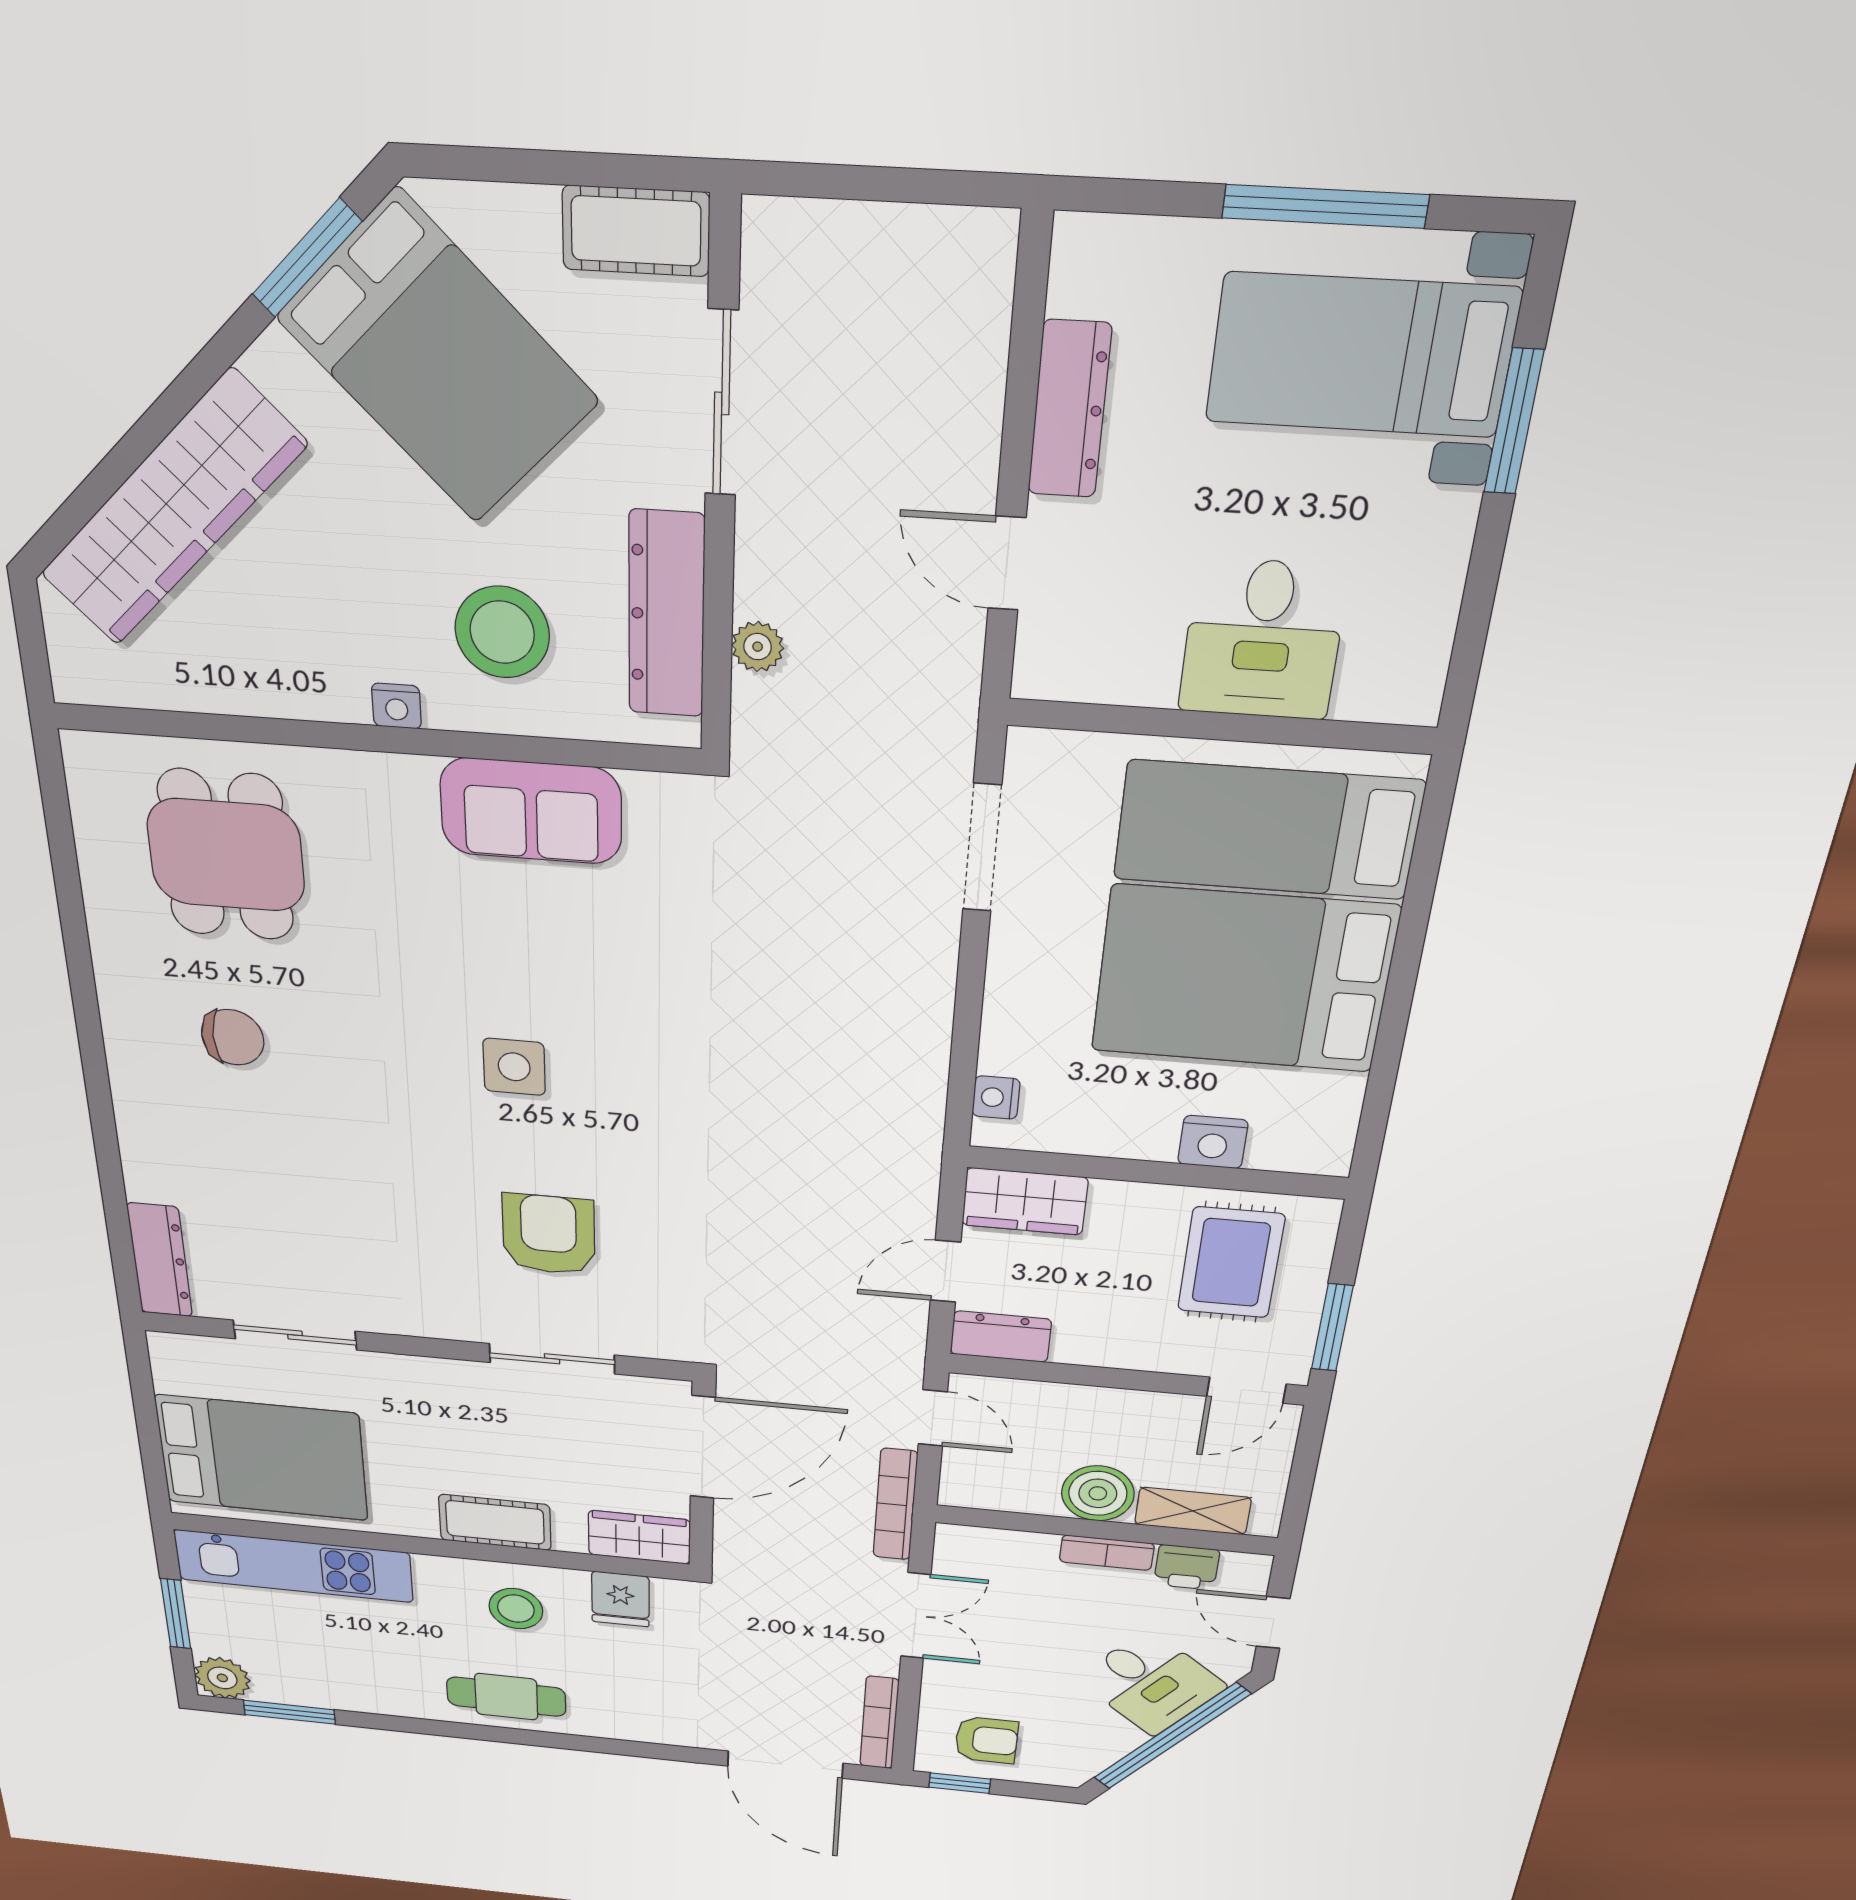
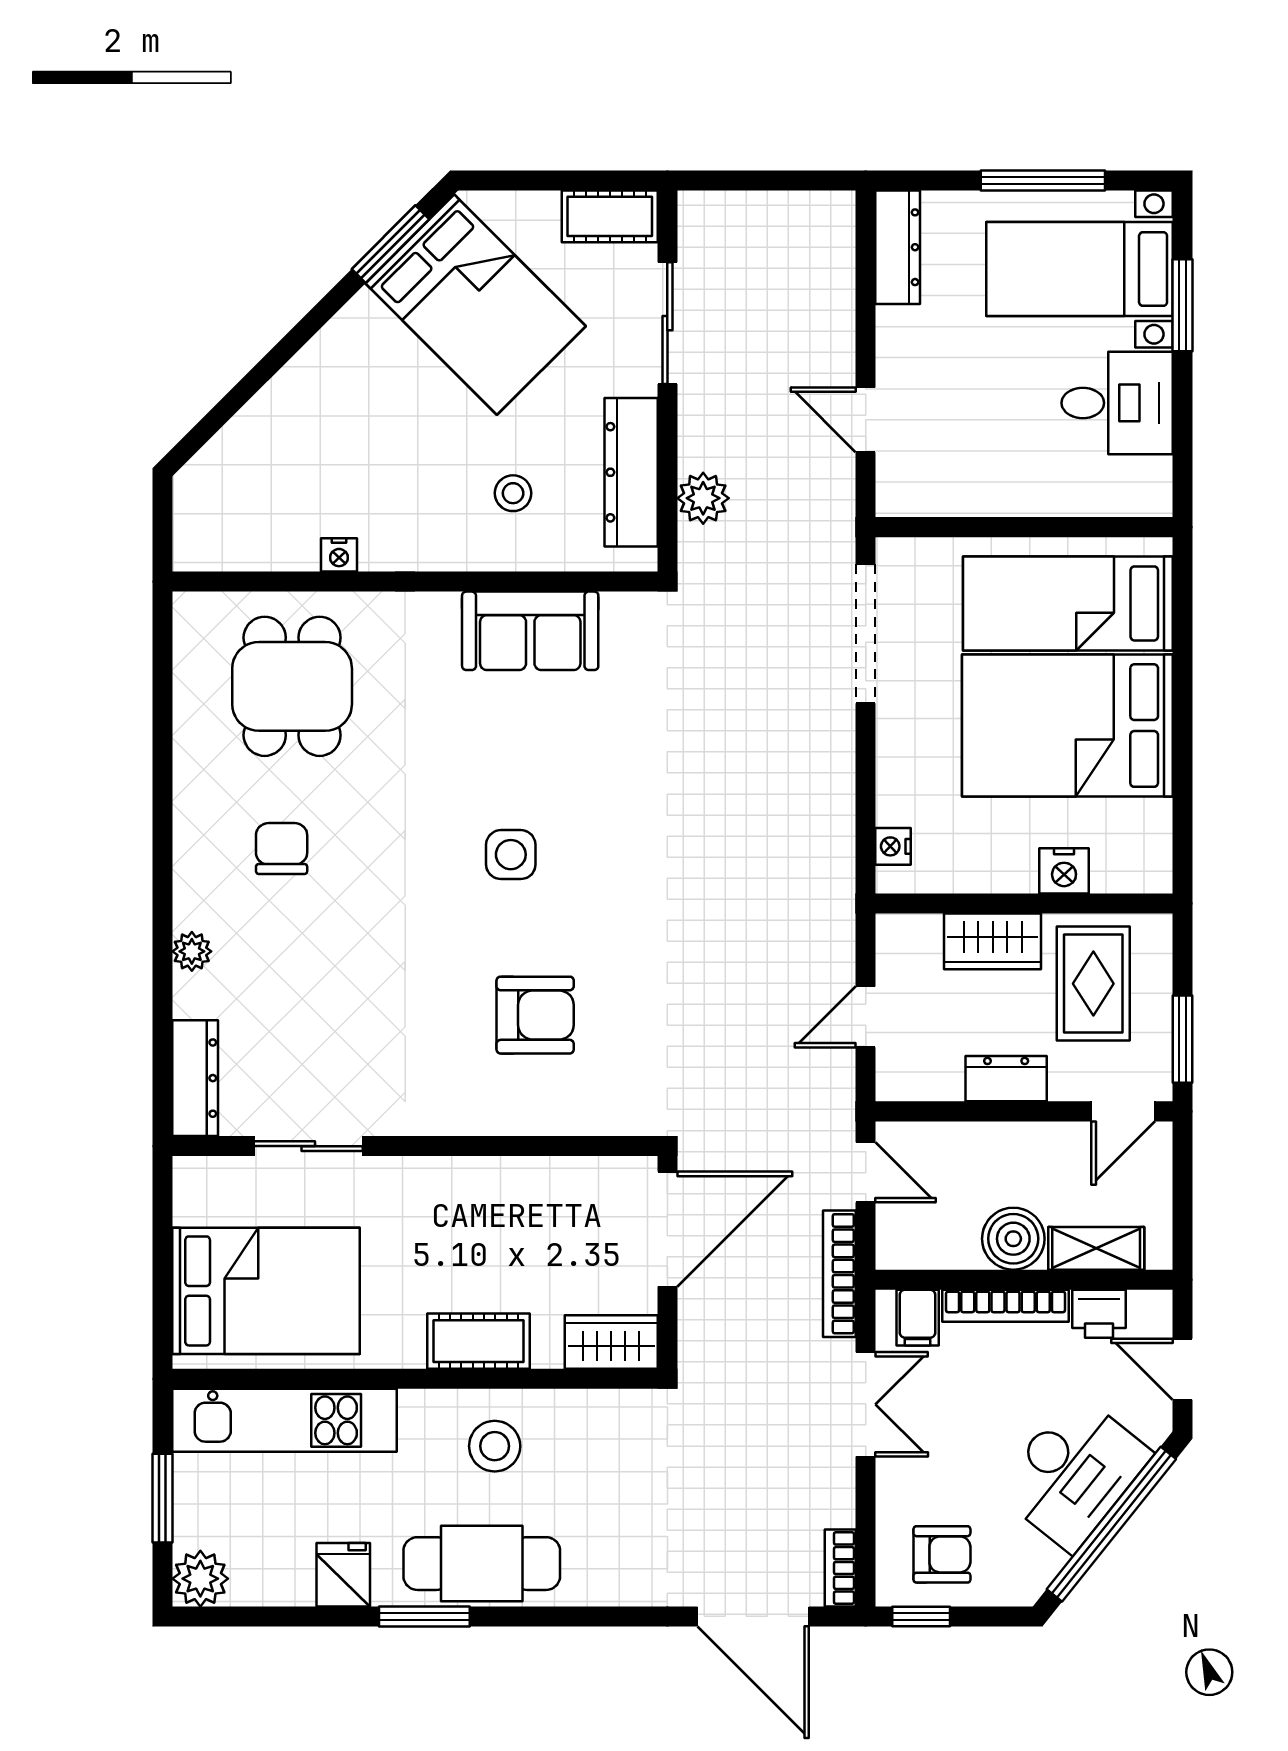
dresser: (1069, 410) -> (898, 247), moved
wardrobe: (172, 510) -> (280, 419), removed
stool: (502, 632) -> (513, 493), width x0.53, depth x0.53
desk: (1263, 639) -> (1117, 403), moved, turned -90
plant: (758, 647) -> (703, 498), width x1.38, depth x1.38
nightstand: (397, 706) -> (339, 555), moved
doorway: (982, 848) -> (866, 634), width x1.36
chair: (233, 1037) -> (282, 849), turned -90
plant: (139, 1136) -> (192, 951), added
wardrobe: (1025, 1201) -> (993, 941), moved
armchair: (549, 1234) -> (535, 1015), turned 90
dresser: (1001, 1337) -> (1006, 1079), moved
sliding door: (552, 1359) -> (535, 1146), removed
filing cabinet: (980, 1550) -> (918, 1318), added
bookcase: (1107, 1553) -> (1005, 1306), width x1.56
fridge: (620, 1599) -> (343, 1575), moved, turned 180
desk: (1151, 1683) -> (1073, 1472), width x1.37
cafe table: (506, 1697) -> (482, 1564), width x1.37, depth x1.35
window: (289, 1712) -> (424, 1616), moved
bookcase: (879, 1723) -> (840, 1568), width x0.64

